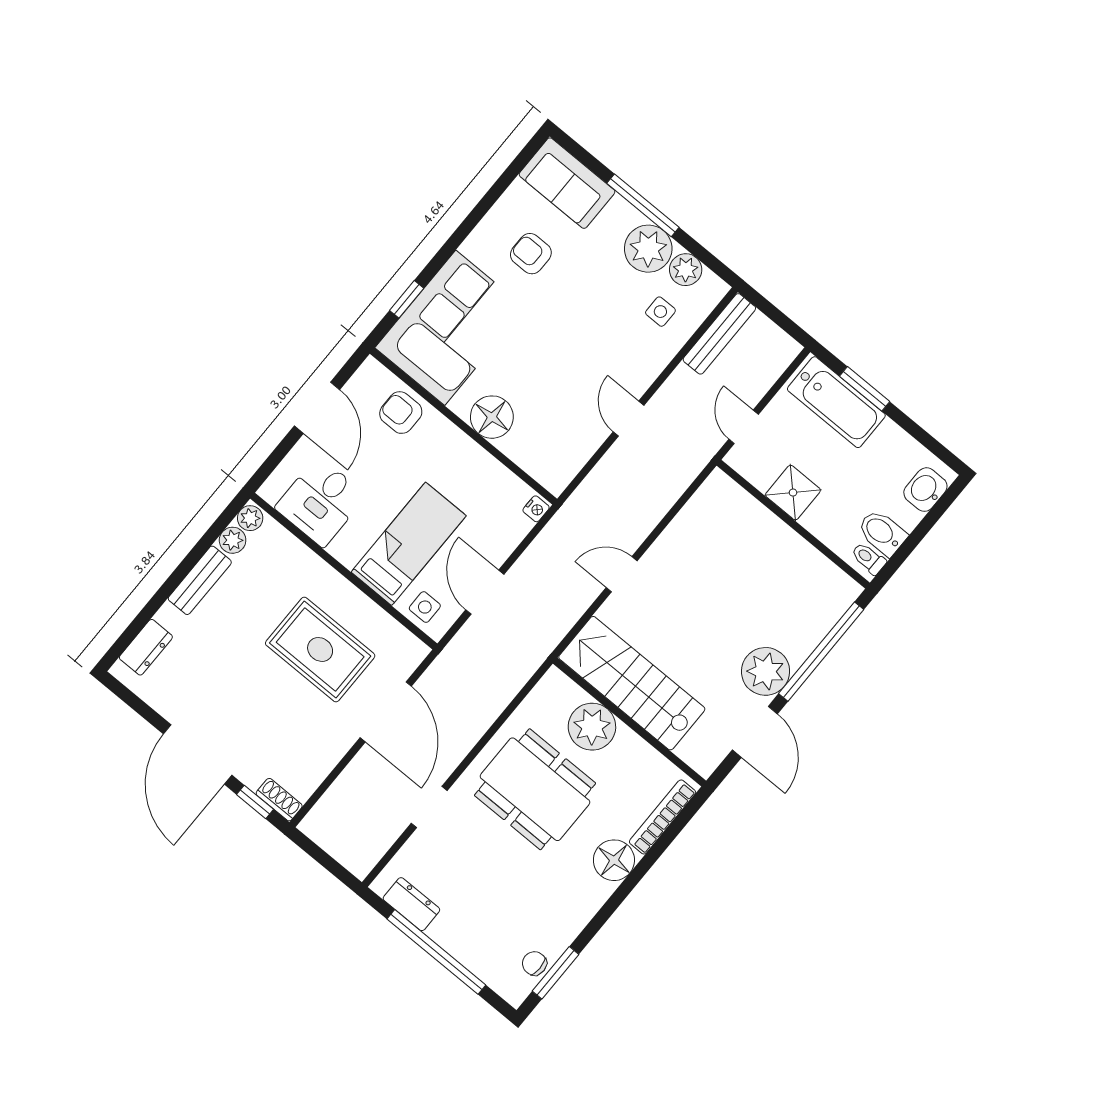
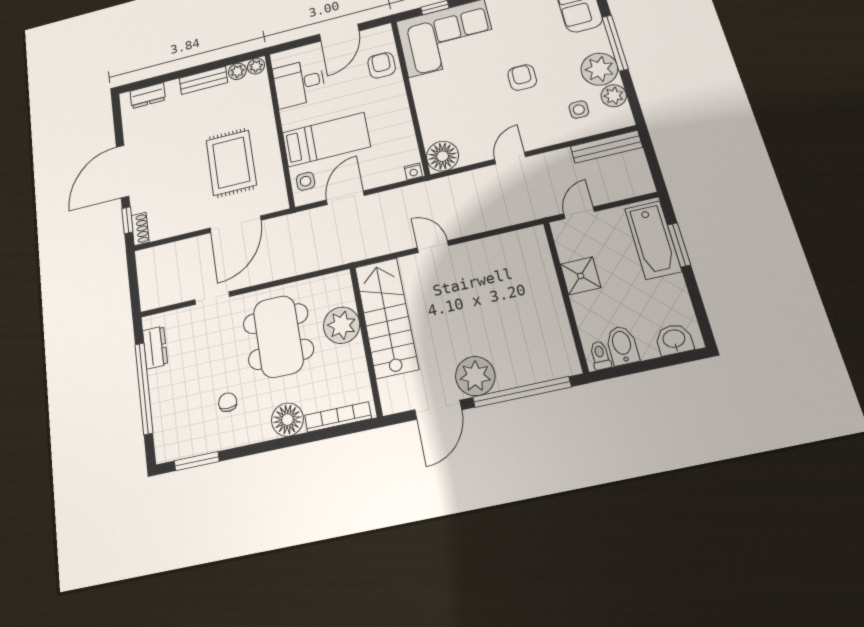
armchair: (531, 254) -> (522, 77), moved
floor lamp: (492, 417) -> (443, 156), moved
chair: (534, 963) -> (228, 402), moved

